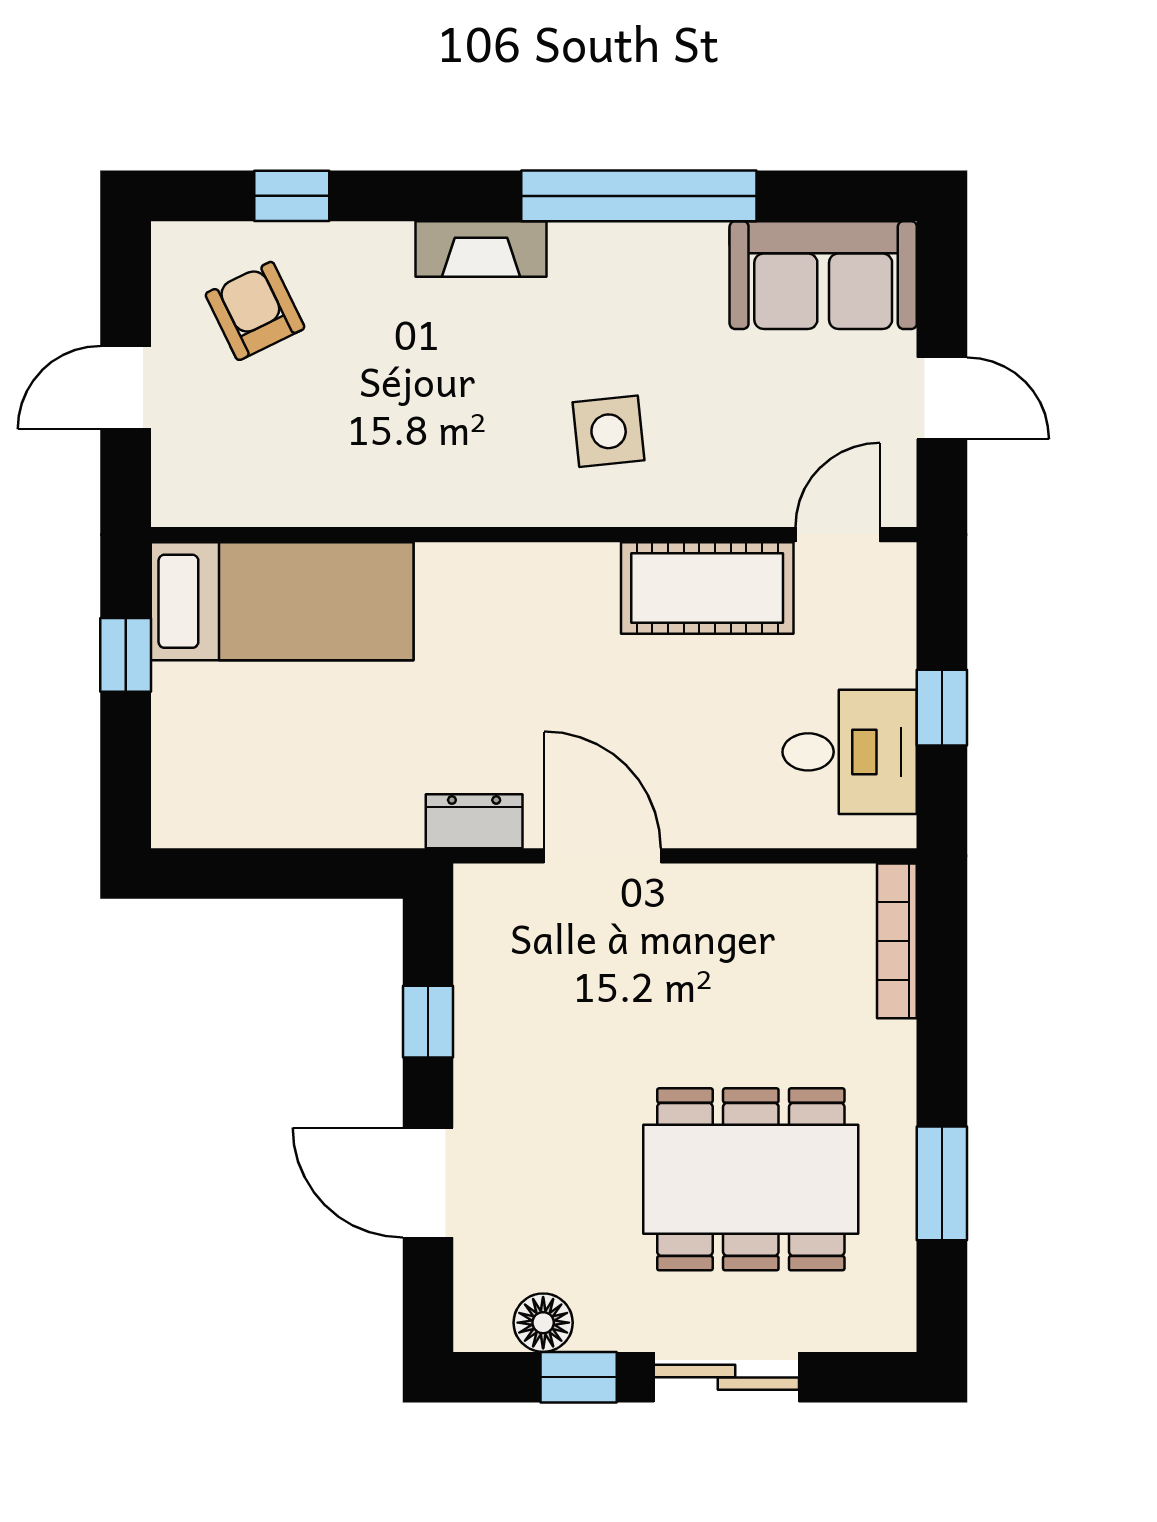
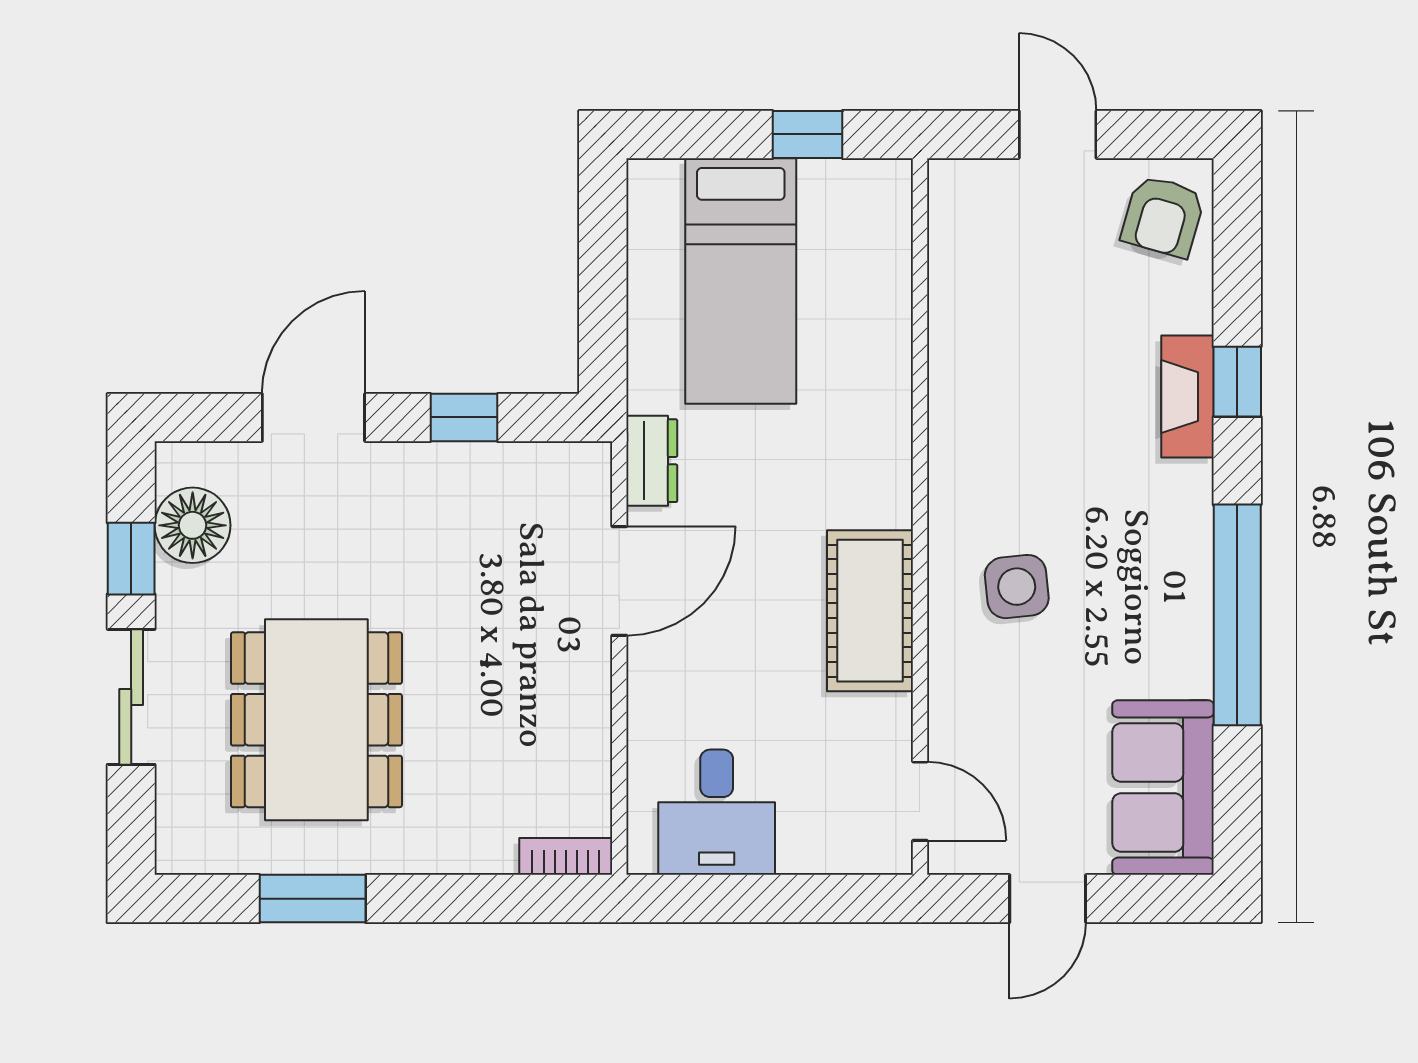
window: (292, 196) -> (1237, 382), moved
fireplace: (481, 249) -> (1187, 397), moved
armchair: (255, 311) -> (1163, 216), moved, turned 132
cot: (707, 588) -> (870, 611), moved
bed: (282, 601) -> (741, 281), moved
window: (942, 708) -> (758, 899), removed
bookcase: (897, 941) -> (566, 856), width x0.64
floor lamp: (543, 1323) -> (193, 525), width x1.38, depth x1.38

